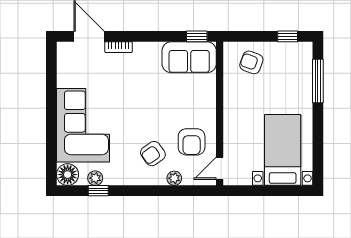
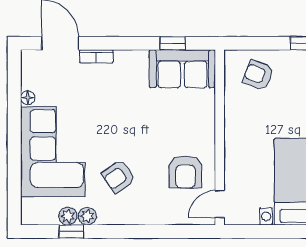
window: (197, 36) -> (173, 43), moved
armchair: (153, 154) -> (119, 176), moved
floor lamp: (68, 175) -> (28, 98), moved, width x0.53, depth x0.53
plant: (174, 178) -> (87, 216), moved

